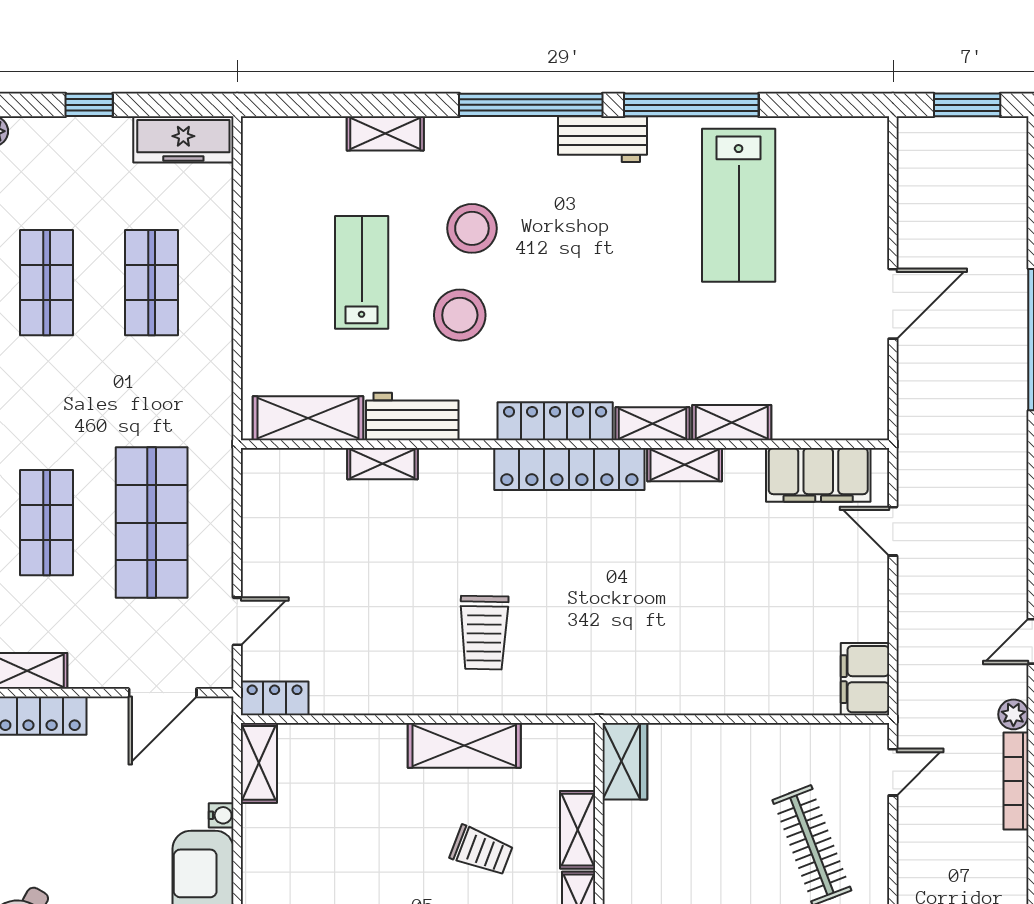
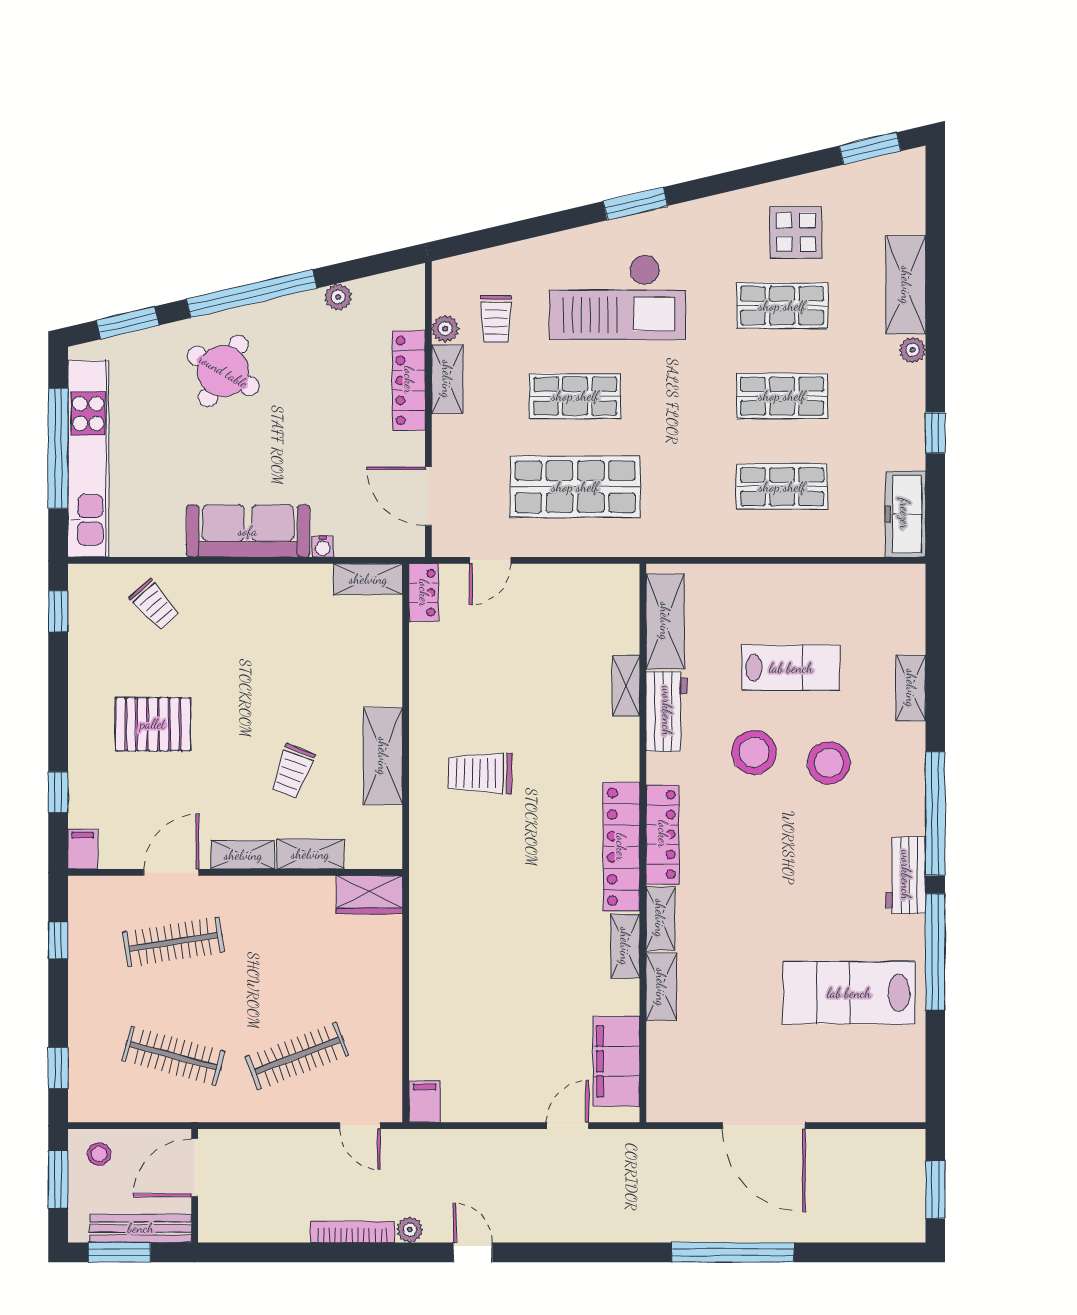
door: (893, 304) -> (764, 1126), width x1.36
door: (237, 621) -> (490, 560), hinge flipped
filing cabinet: (865, 679) -> (425, 1102), width x0.50

